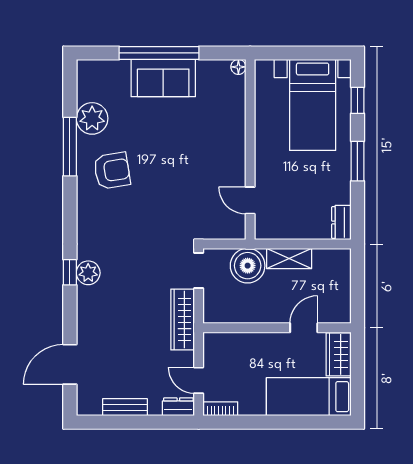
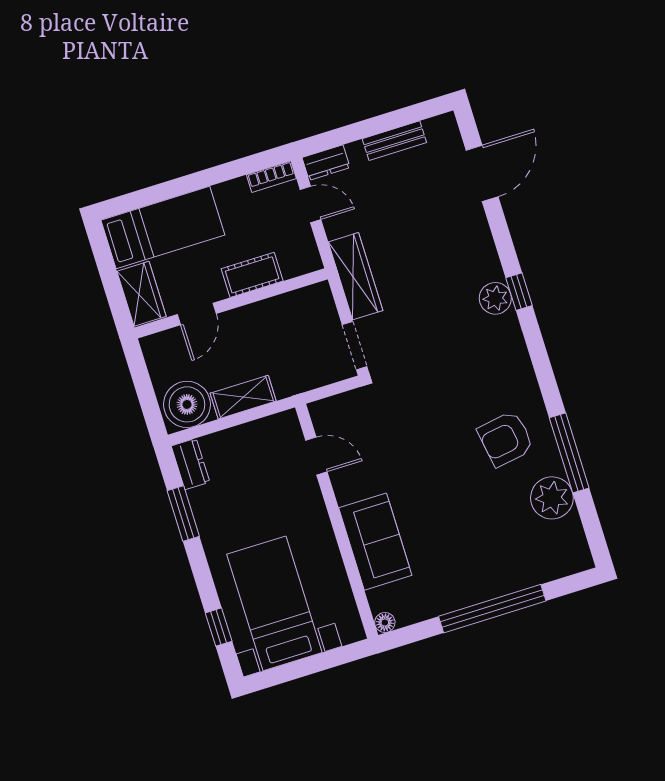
sofa: (163, 78) -> (375, 542), moved, turned 90
window: (357, 161) -> (183, 513), moved
boiler: (248, 266) -> (187, 404), moved
cot: (256, 343) -> (252, 275), added

